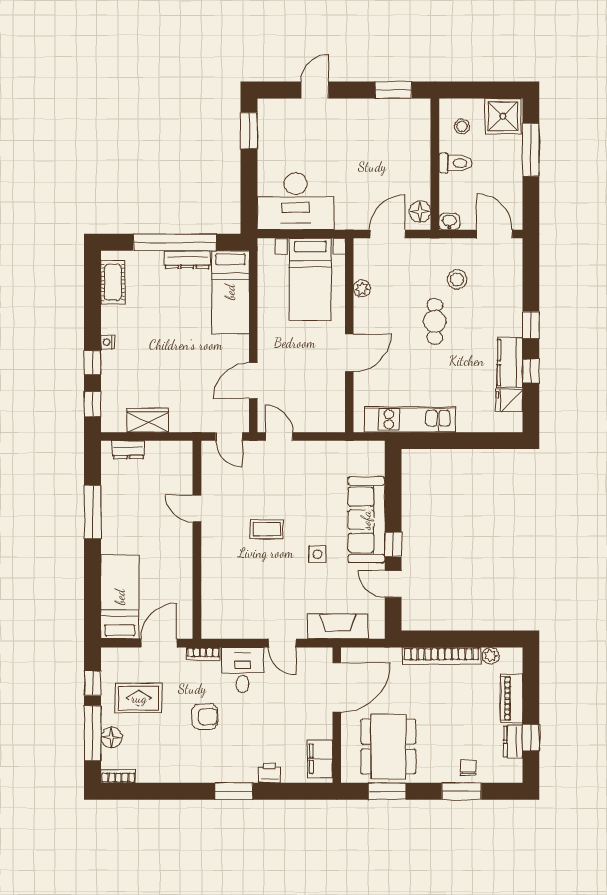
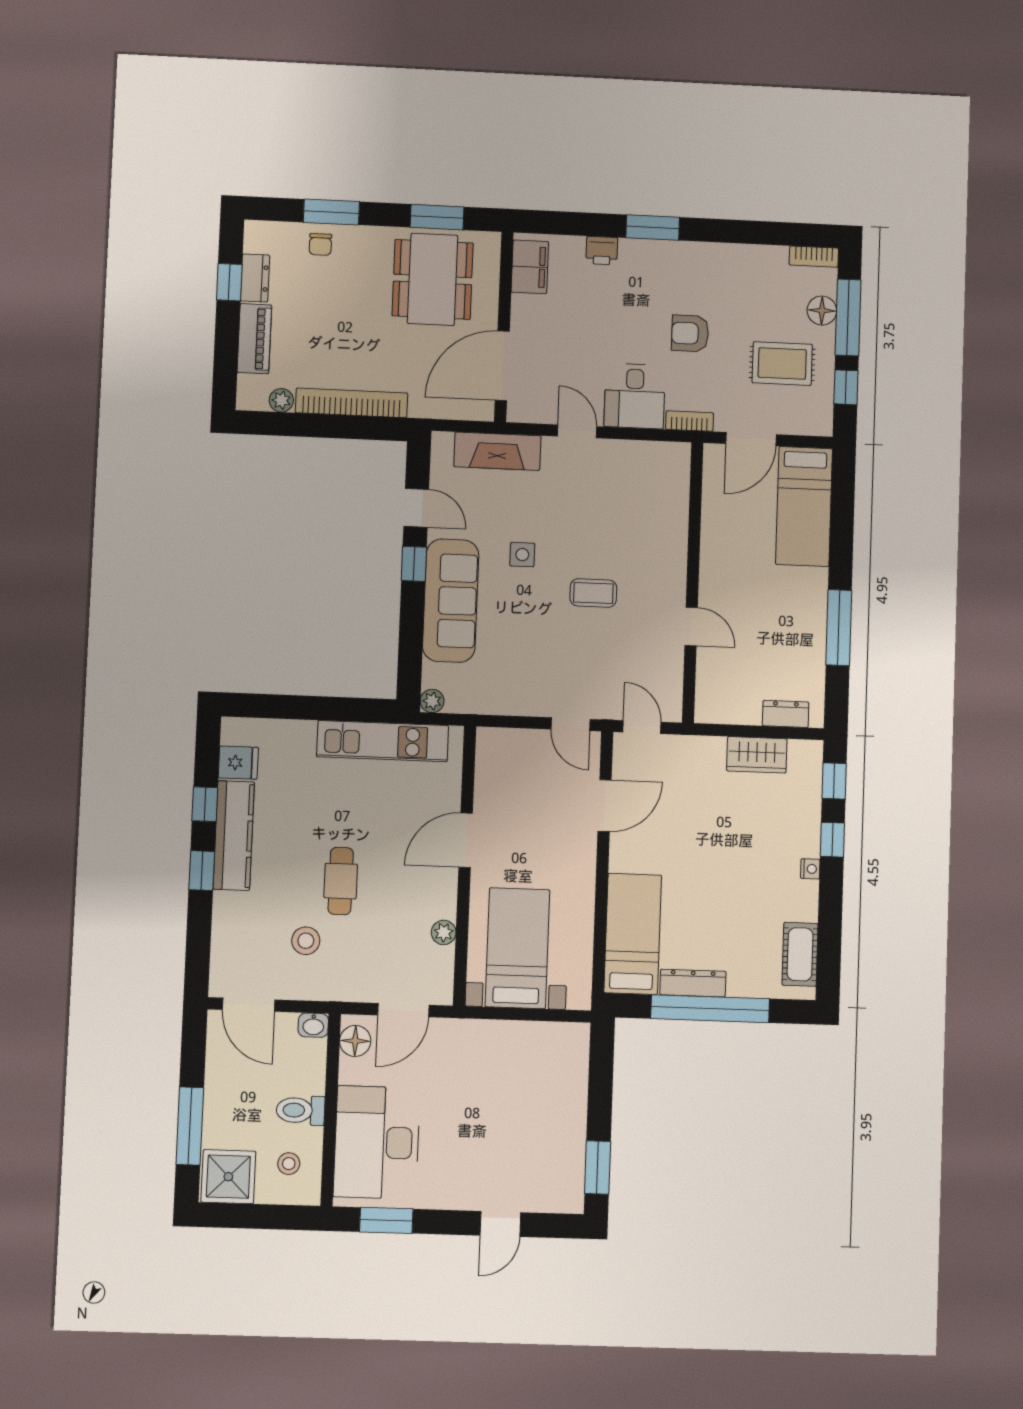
desk: (296, 201) -> (377, 1142), moved, turned -90
kitchen counter: (510, 363) -> (234, 835), width x1.50
plant: (377, 449) -> (432, 701), added

